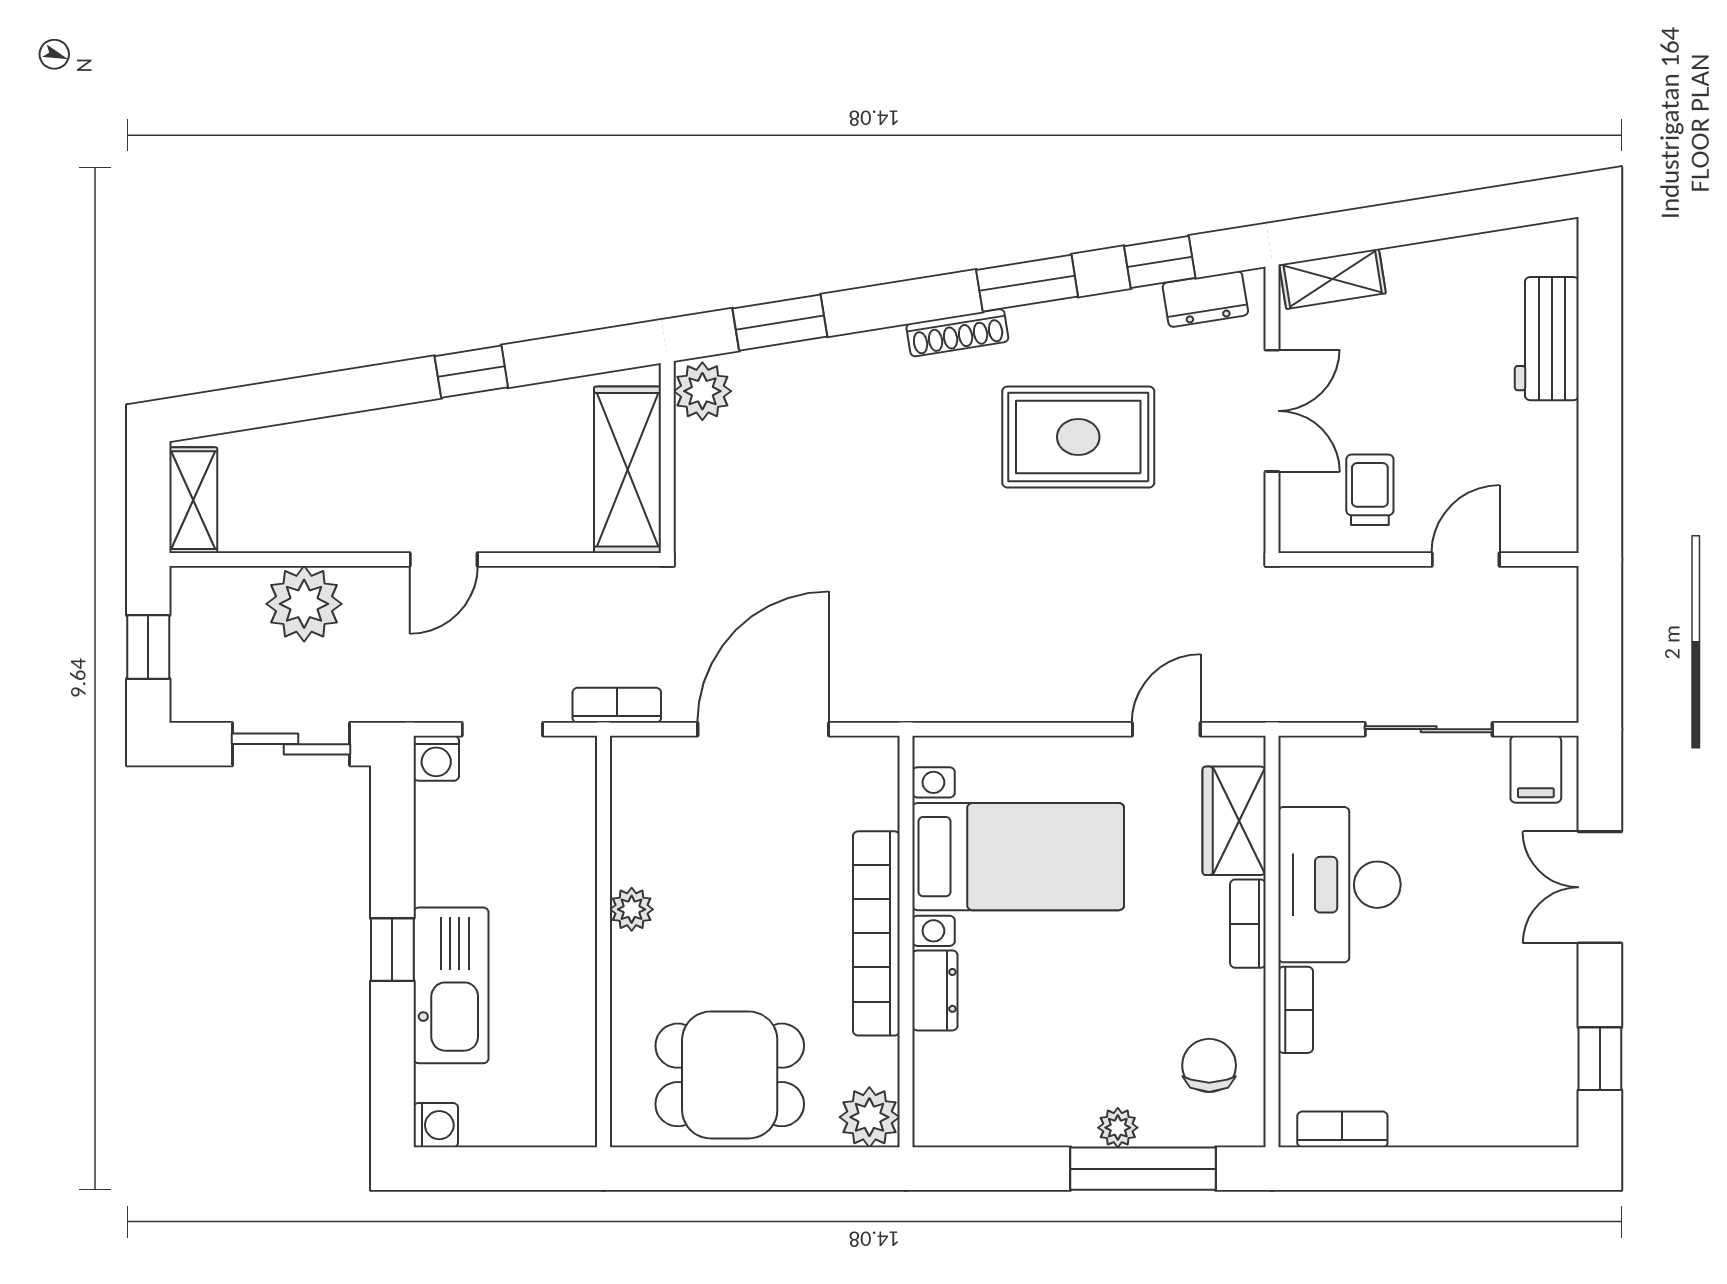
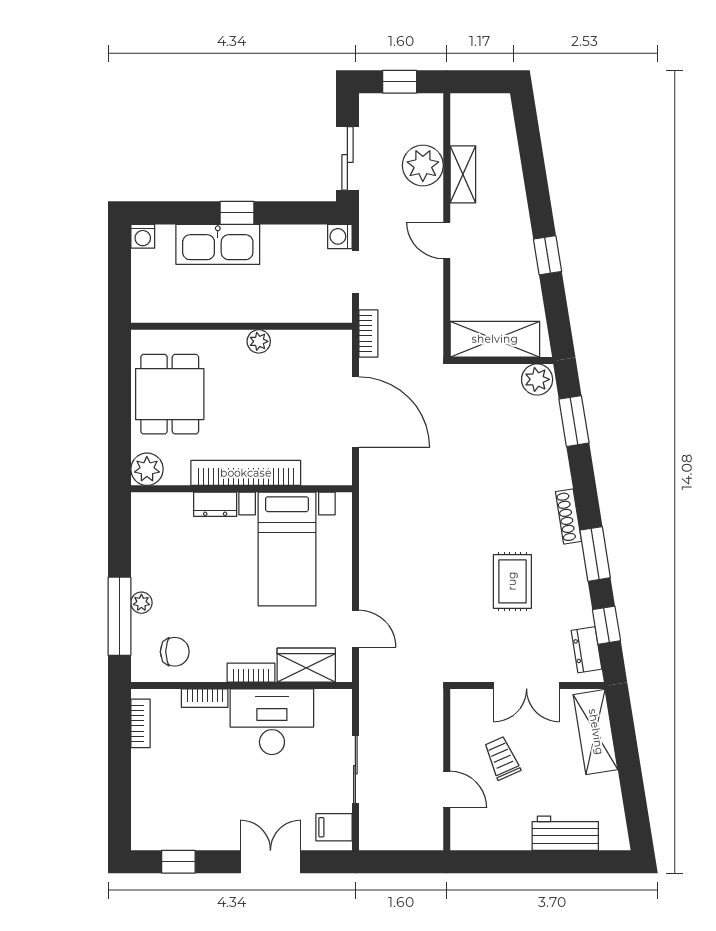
shelving: (1333, 279) -> (596, 732), width x1.50, depth x1.33
rug: (1078, 437) -> (512, 581), width x0.73, depth x0.70
trolley: (1370, 490) -> (502, 758), moved, turned -114
shelving: (193, 500) -> (463, 174), moved, turned 90

